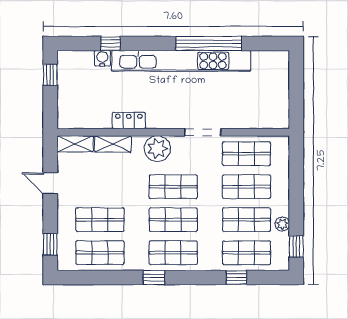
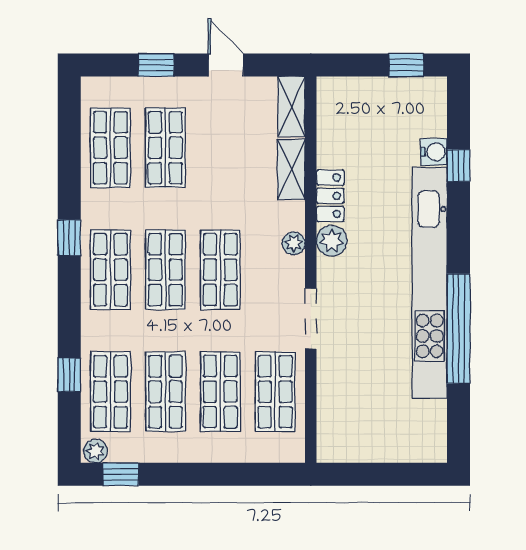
plant: (156, 120) -> (332, 241), added
plant: (157, 149) -> (294, 243), width x0.53, depth x0.53
door: (50, 183) -> (226, 65), hinge flipped
plant: (282, 224) -> (95, 451), moved
window: (50, 244) -> (156, 65), moved

